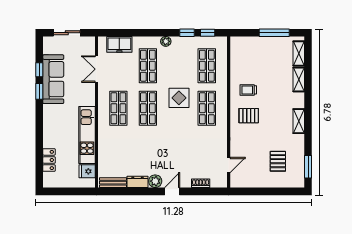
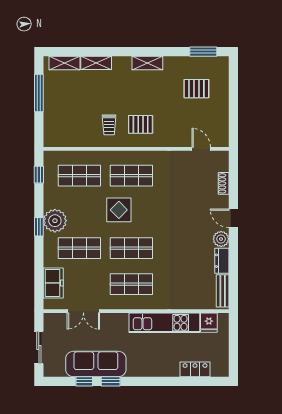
window: (187, 33) -> (39, 227), moved
plant: (166, 41) -> (55, 221), width x1.87, depth x1.87
pallet: (249, 116) -> (141, 124), turned 90

